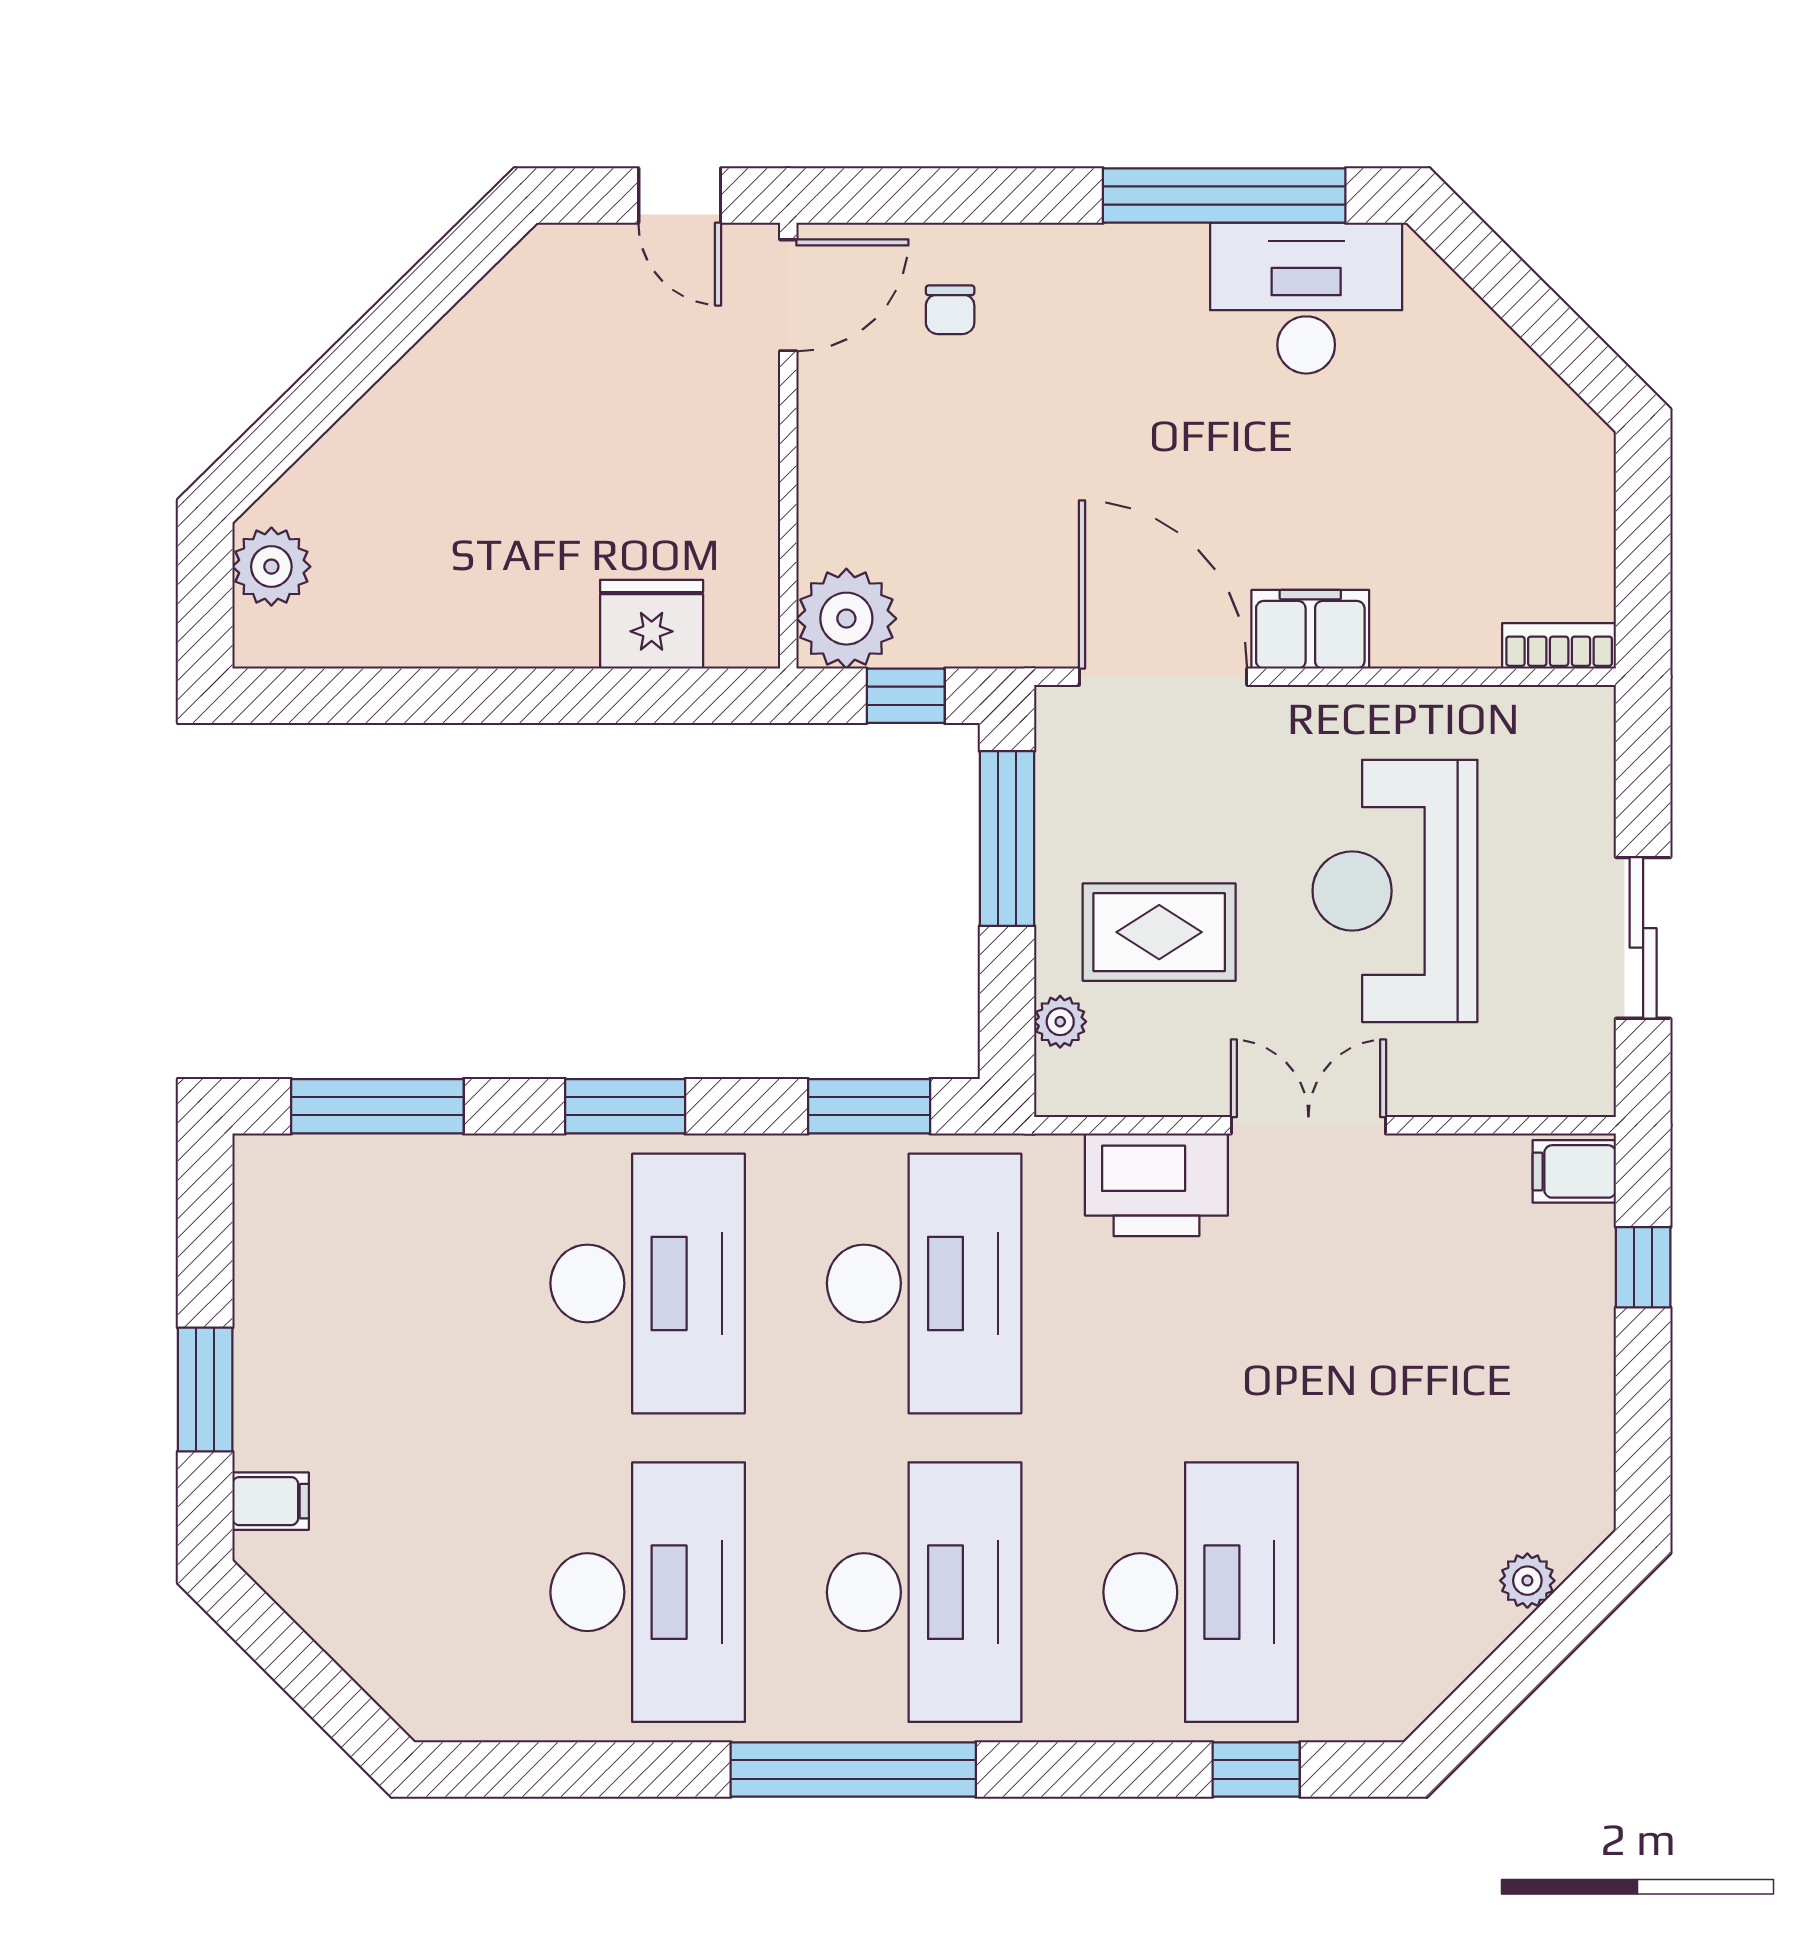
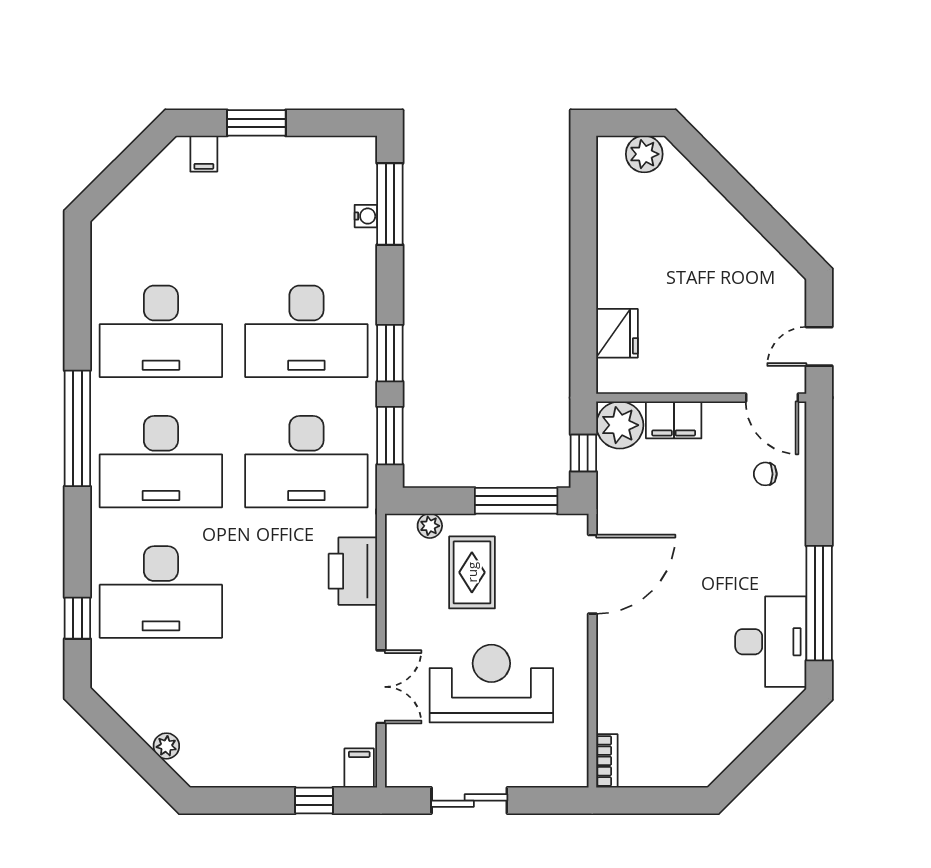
filing cabinet: (1310, 629) -> (674, 420), moved, turned 90
window: (625, 1106) -> (390, 353), moved
double door: (1308, 1125) -> (381, 687), moved
water cooler: (403, 1157) -> (366, 216), added

